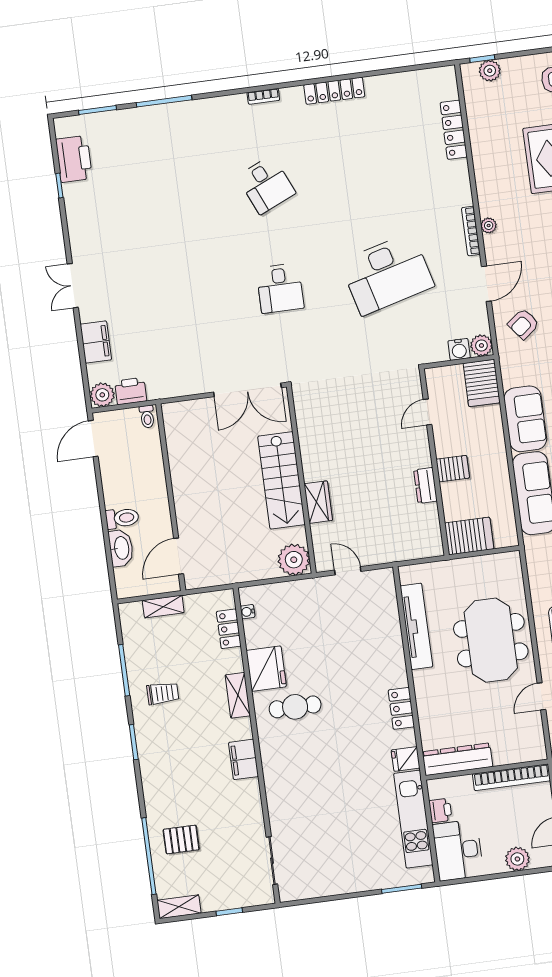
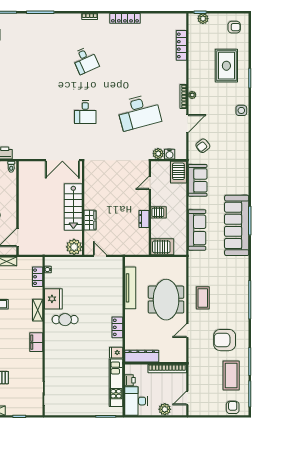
plant: (481, 345) -> (158, 154), moved
sofa: (525, 419) -> (198, 180), moved

